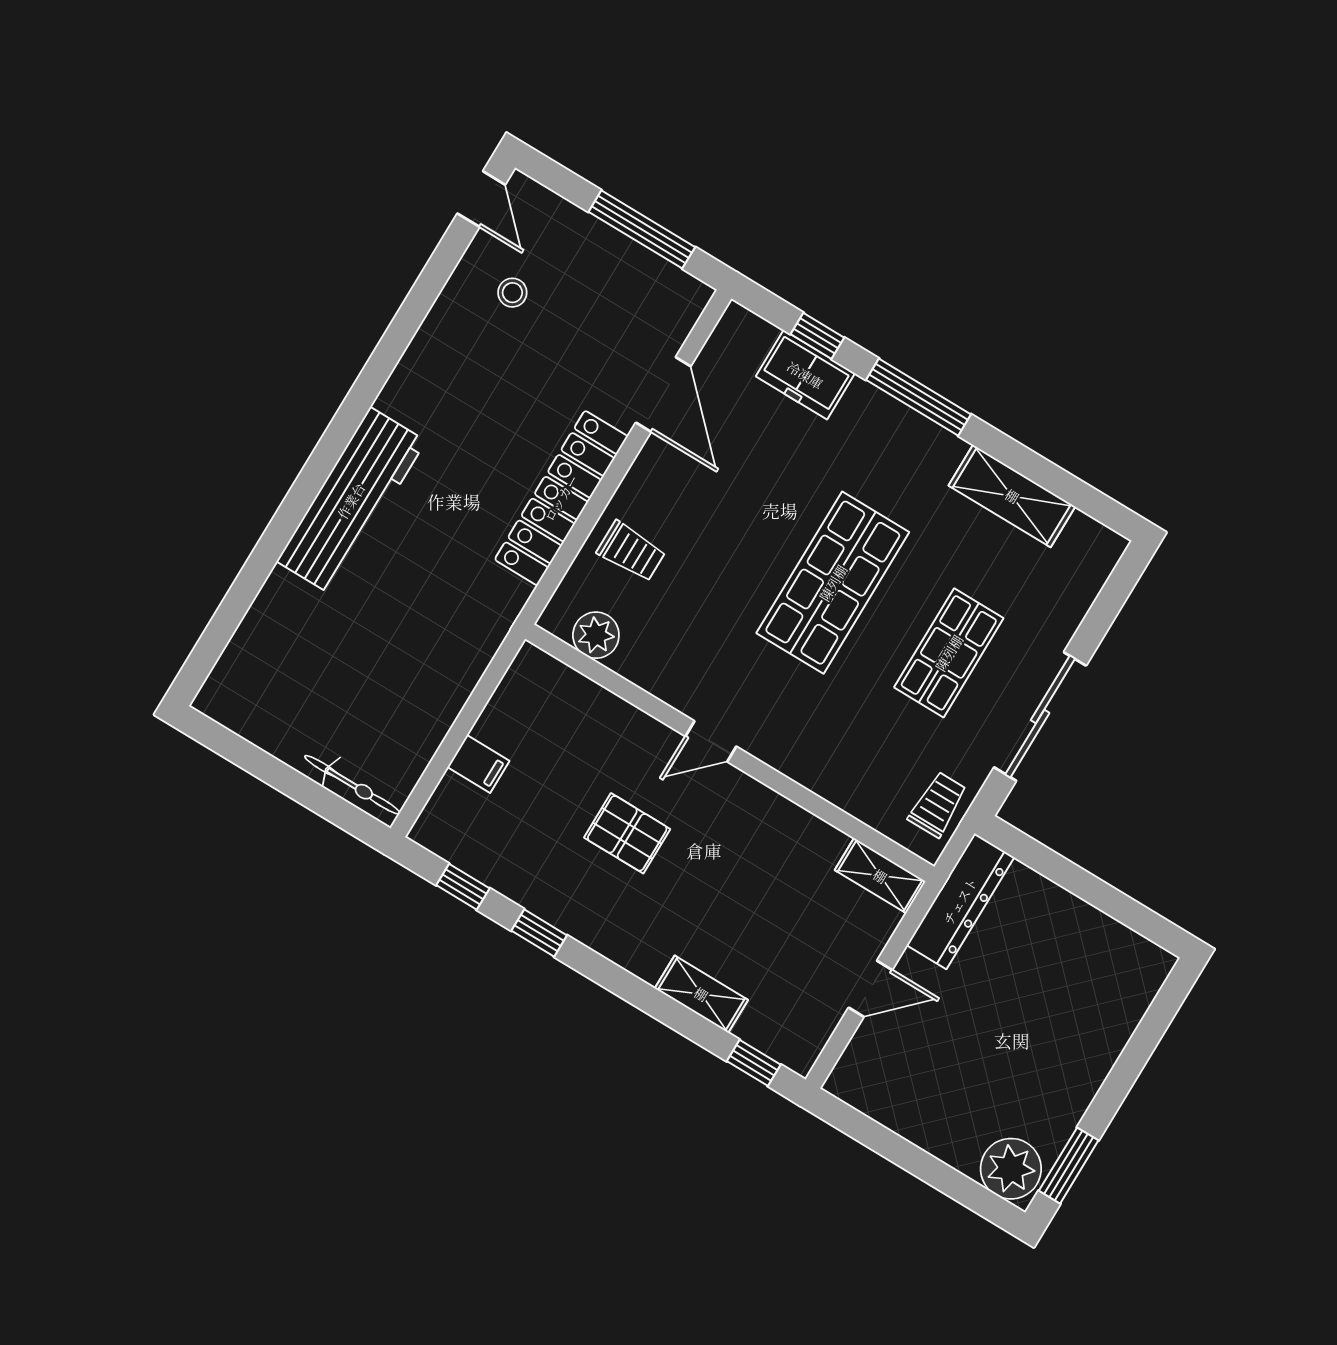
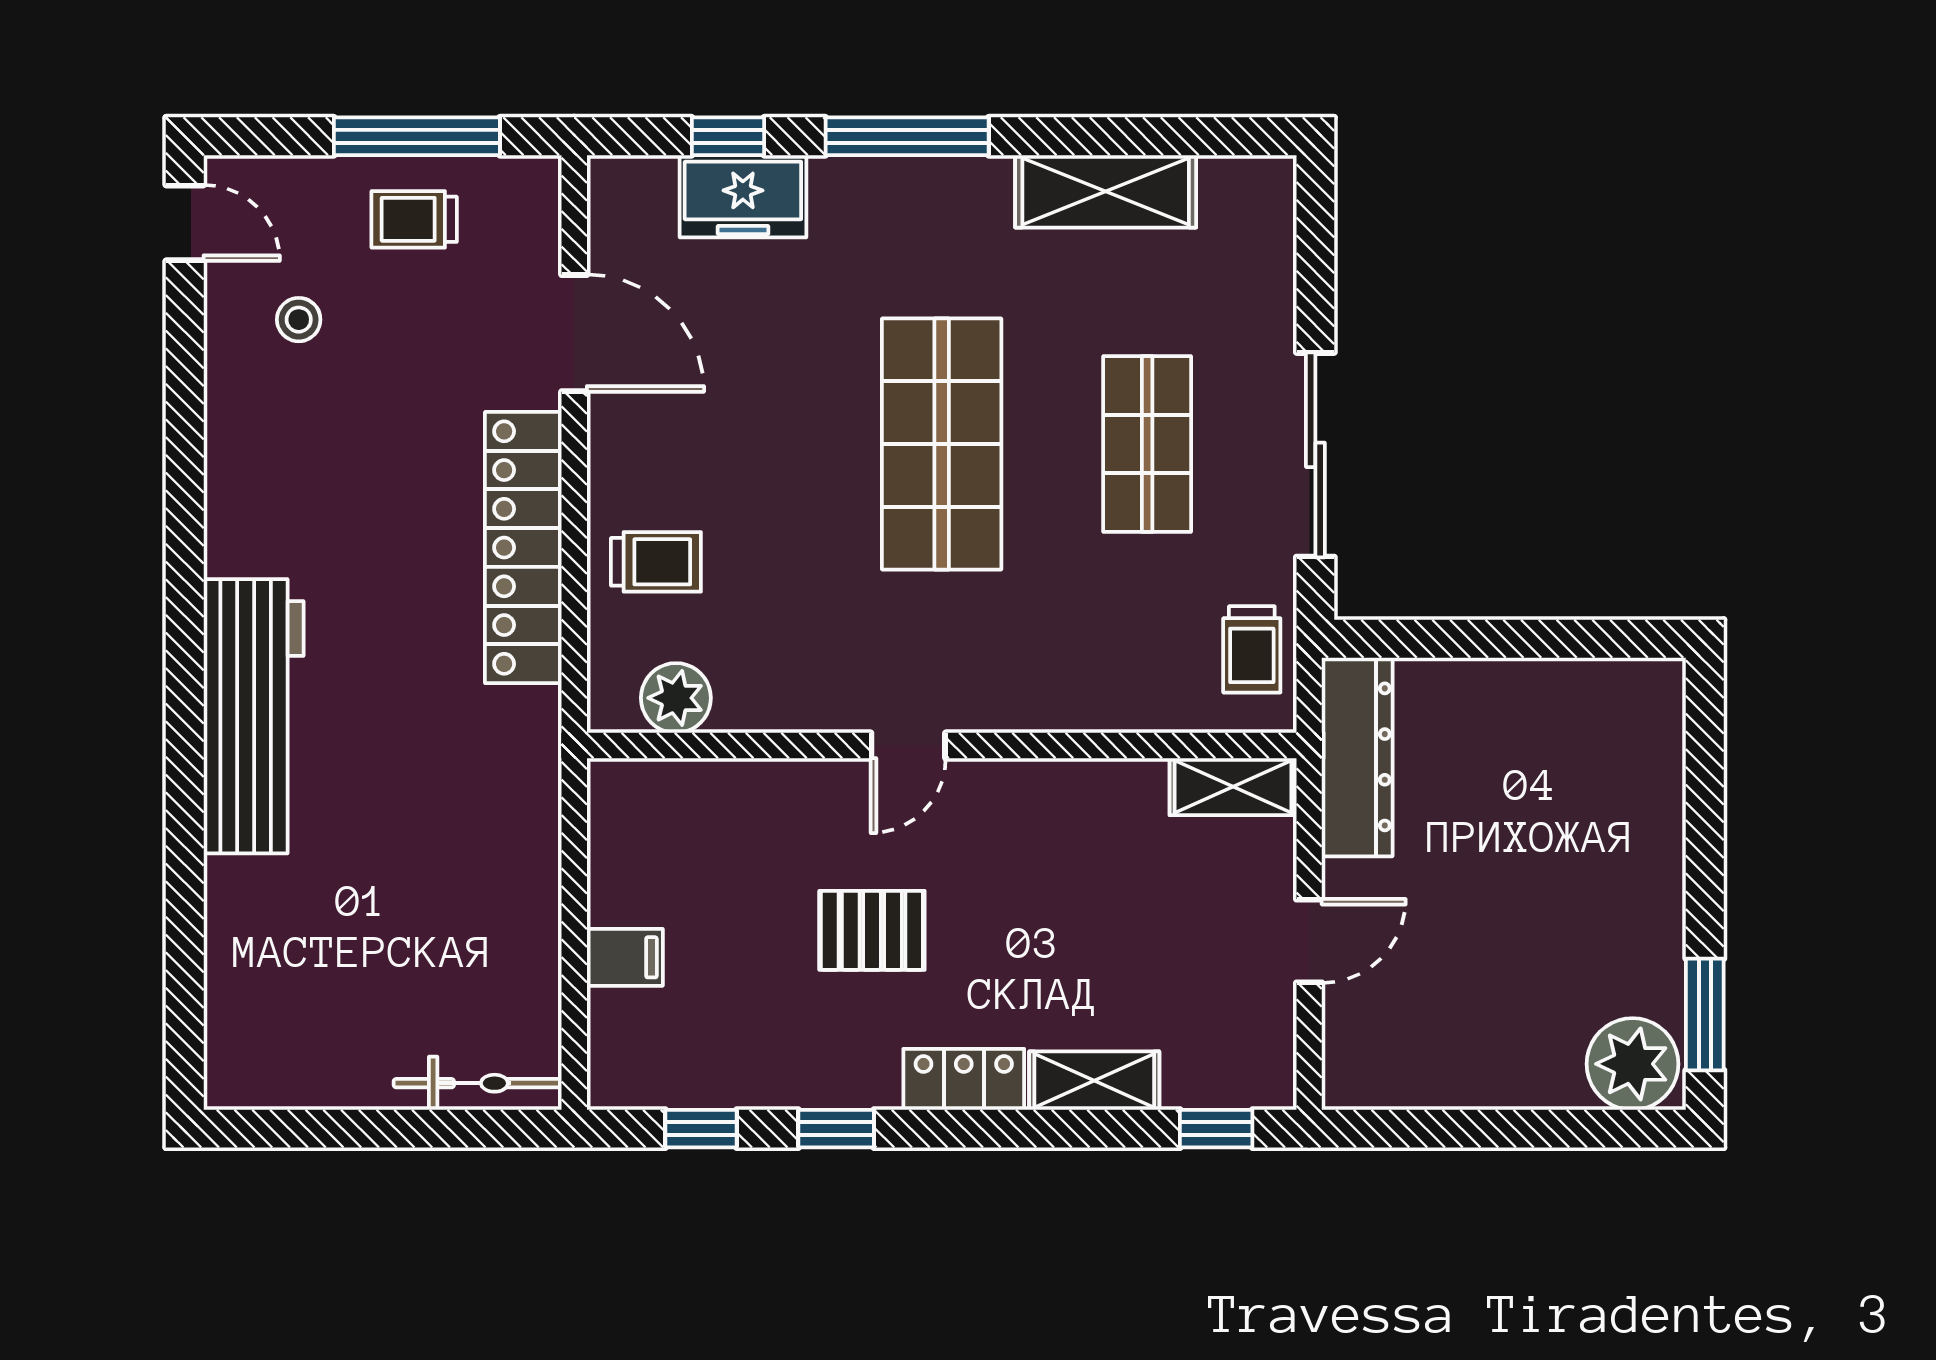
trolley: (612, 275) -> (414, 219), added
trolley: (938, 805) -> (1252, 649), turned 180
locker: (628, 949) -> (964, 1079), added

